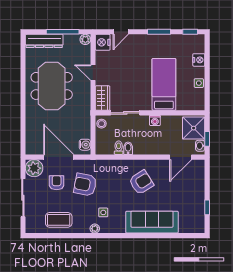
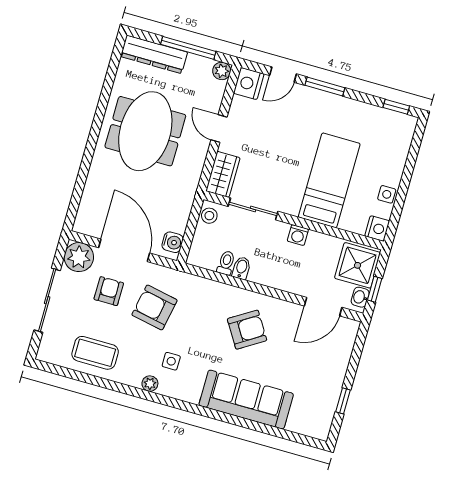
window: (159, 32) -> (325, 87), moved
nightstand: (199, 60) -> (377, 228), moved

